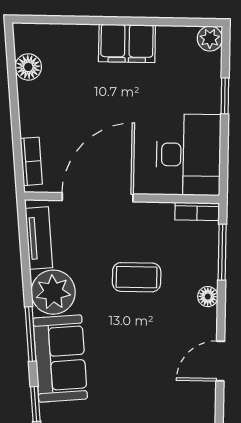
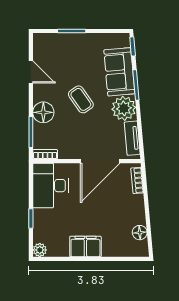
coffee table: (137, 277) -> (81, 99), moved, turned 55
floor lamp: (208, 297) -> (43, 112), width x1.89, depth x1.89
door: (220, 361) -> (31, 72), hinge flipped

